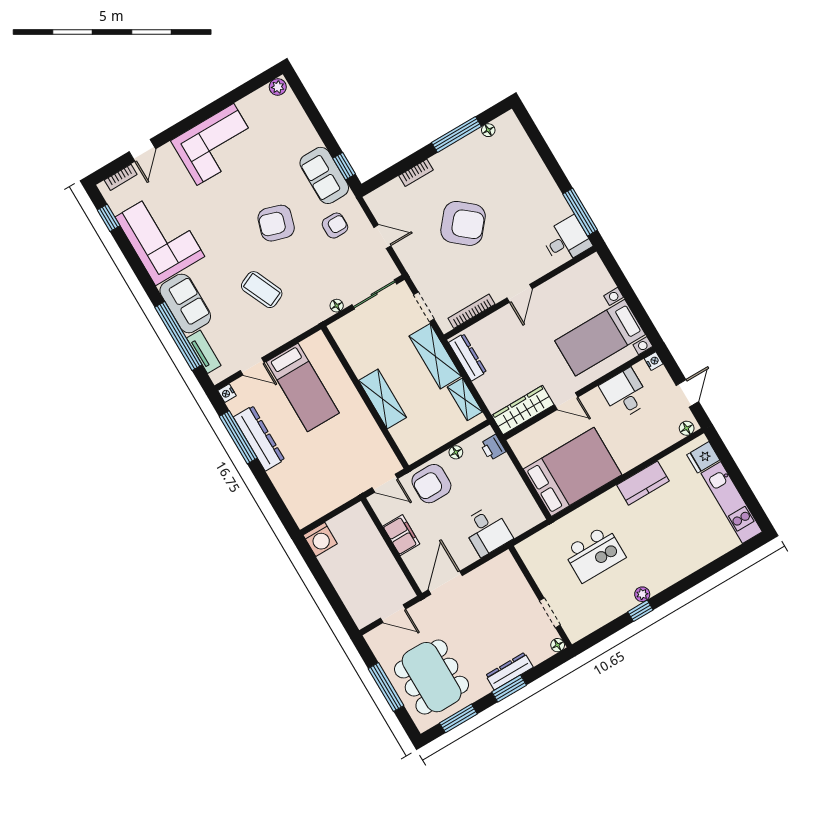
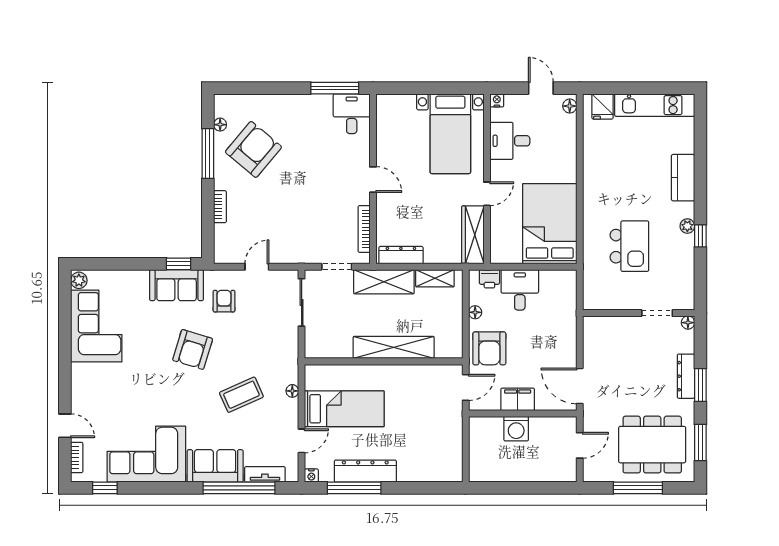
corner sofa: (215, 144) -> (96, 326), moved
armchair: (463, 223) -> (253, 149), moved
floor lamp: (337, 306) -> (292, 391), moved
shelving: (383, 399) -> (394, 347), width x1.47
kitchen counter: (643, 483) -> (683, 178), moved, turned 180
desk: (487, 531) -> (520, 290), moved, turned -90
washing machine: (320, 539) -> (516, 429), moved, turned 90

